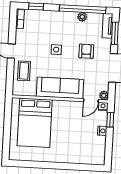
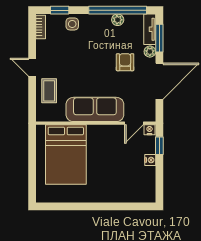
side table: (56, 50) -> (72, 24), moved
plant: (104, 95) -> (150, 52), moved

